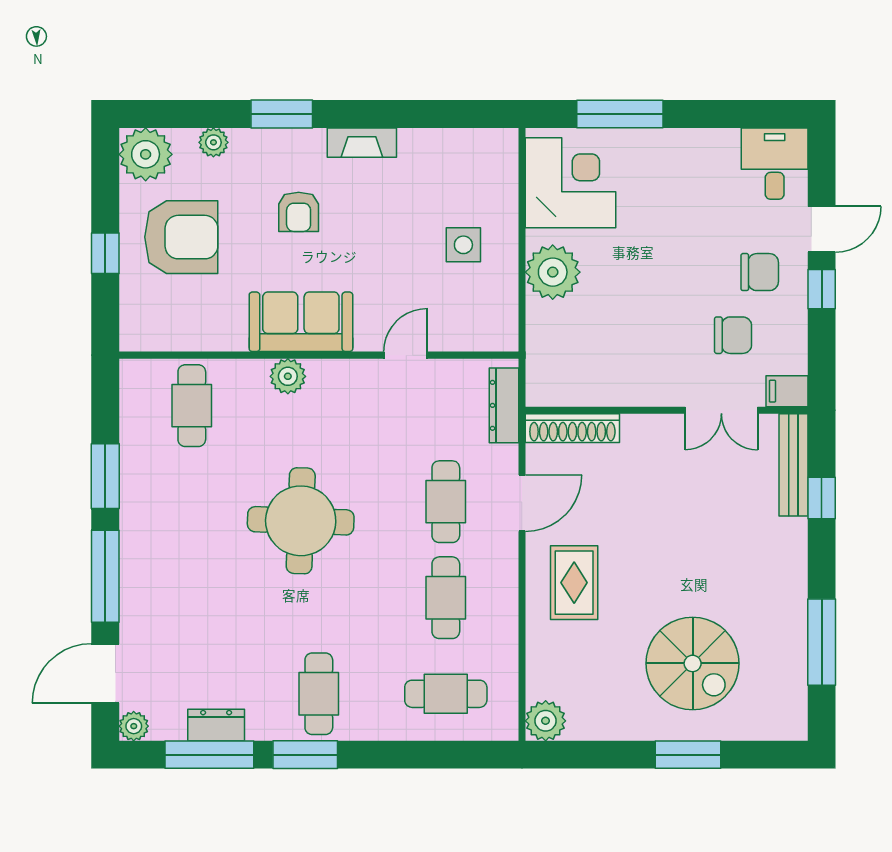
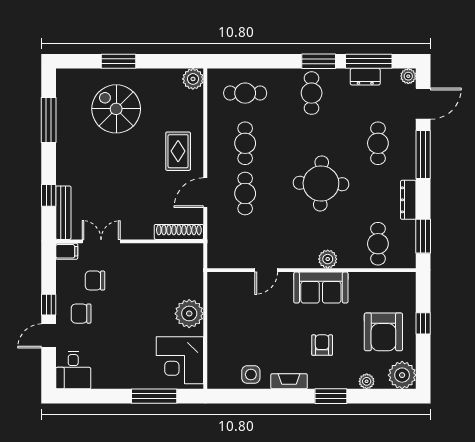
armchair: (181, 237) -> (383, 332), turned -90
side table: (463, 245) -> (251, 374), moved
dresser: (504, 405) -> (408, 200), moved, turned 180
window: (105, 476) -> (423, 236), moved
cafe table: (192, 598) -> (378, 143), added

